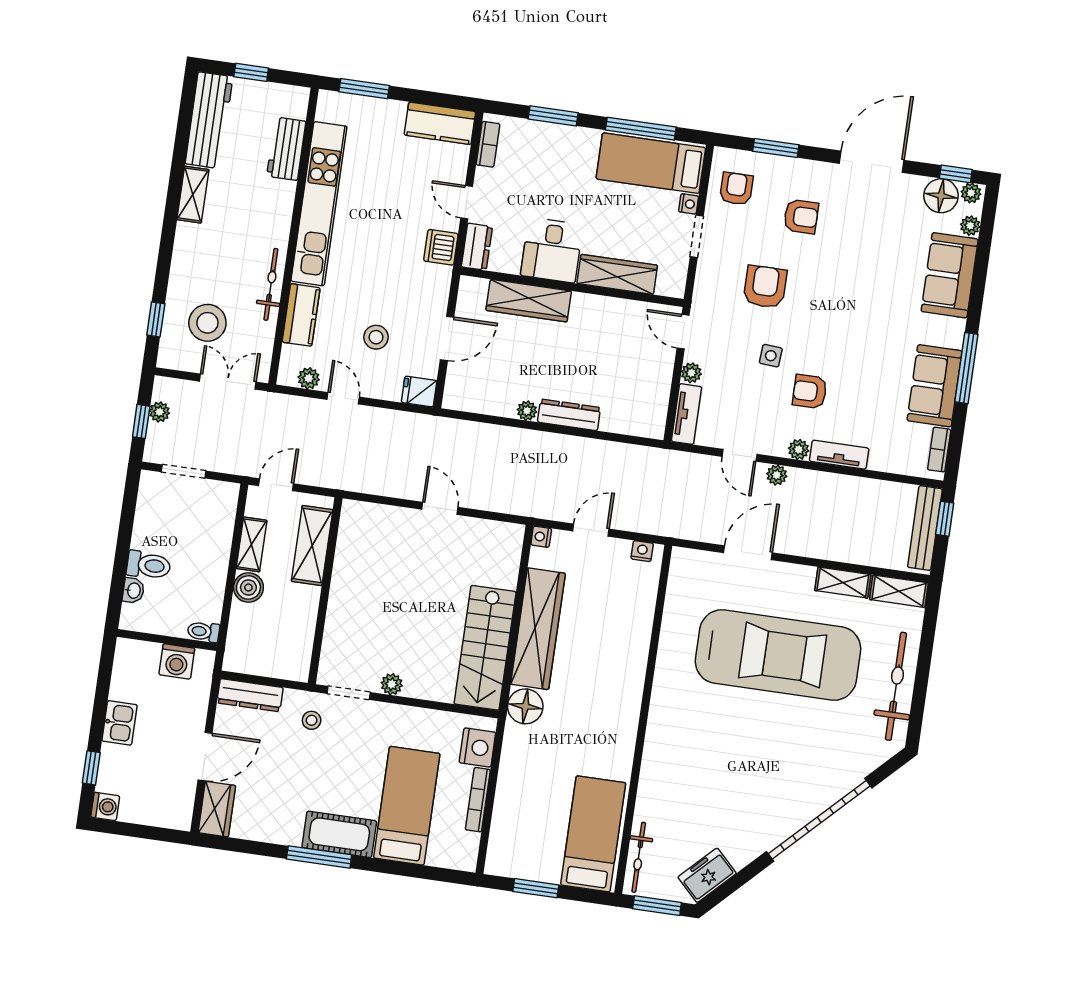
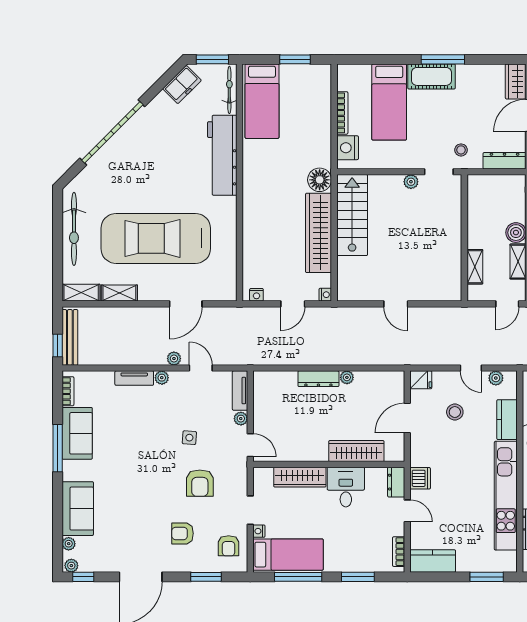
floor lamp: (941, 196) -> (91, 561), removed
armchair: (810, 392) -> (160, 417), removed
shelving: (312, 545) -> (475, 267), width x0.67, depth x0.75
workbench: (663, 763) -> (222, 155), added

